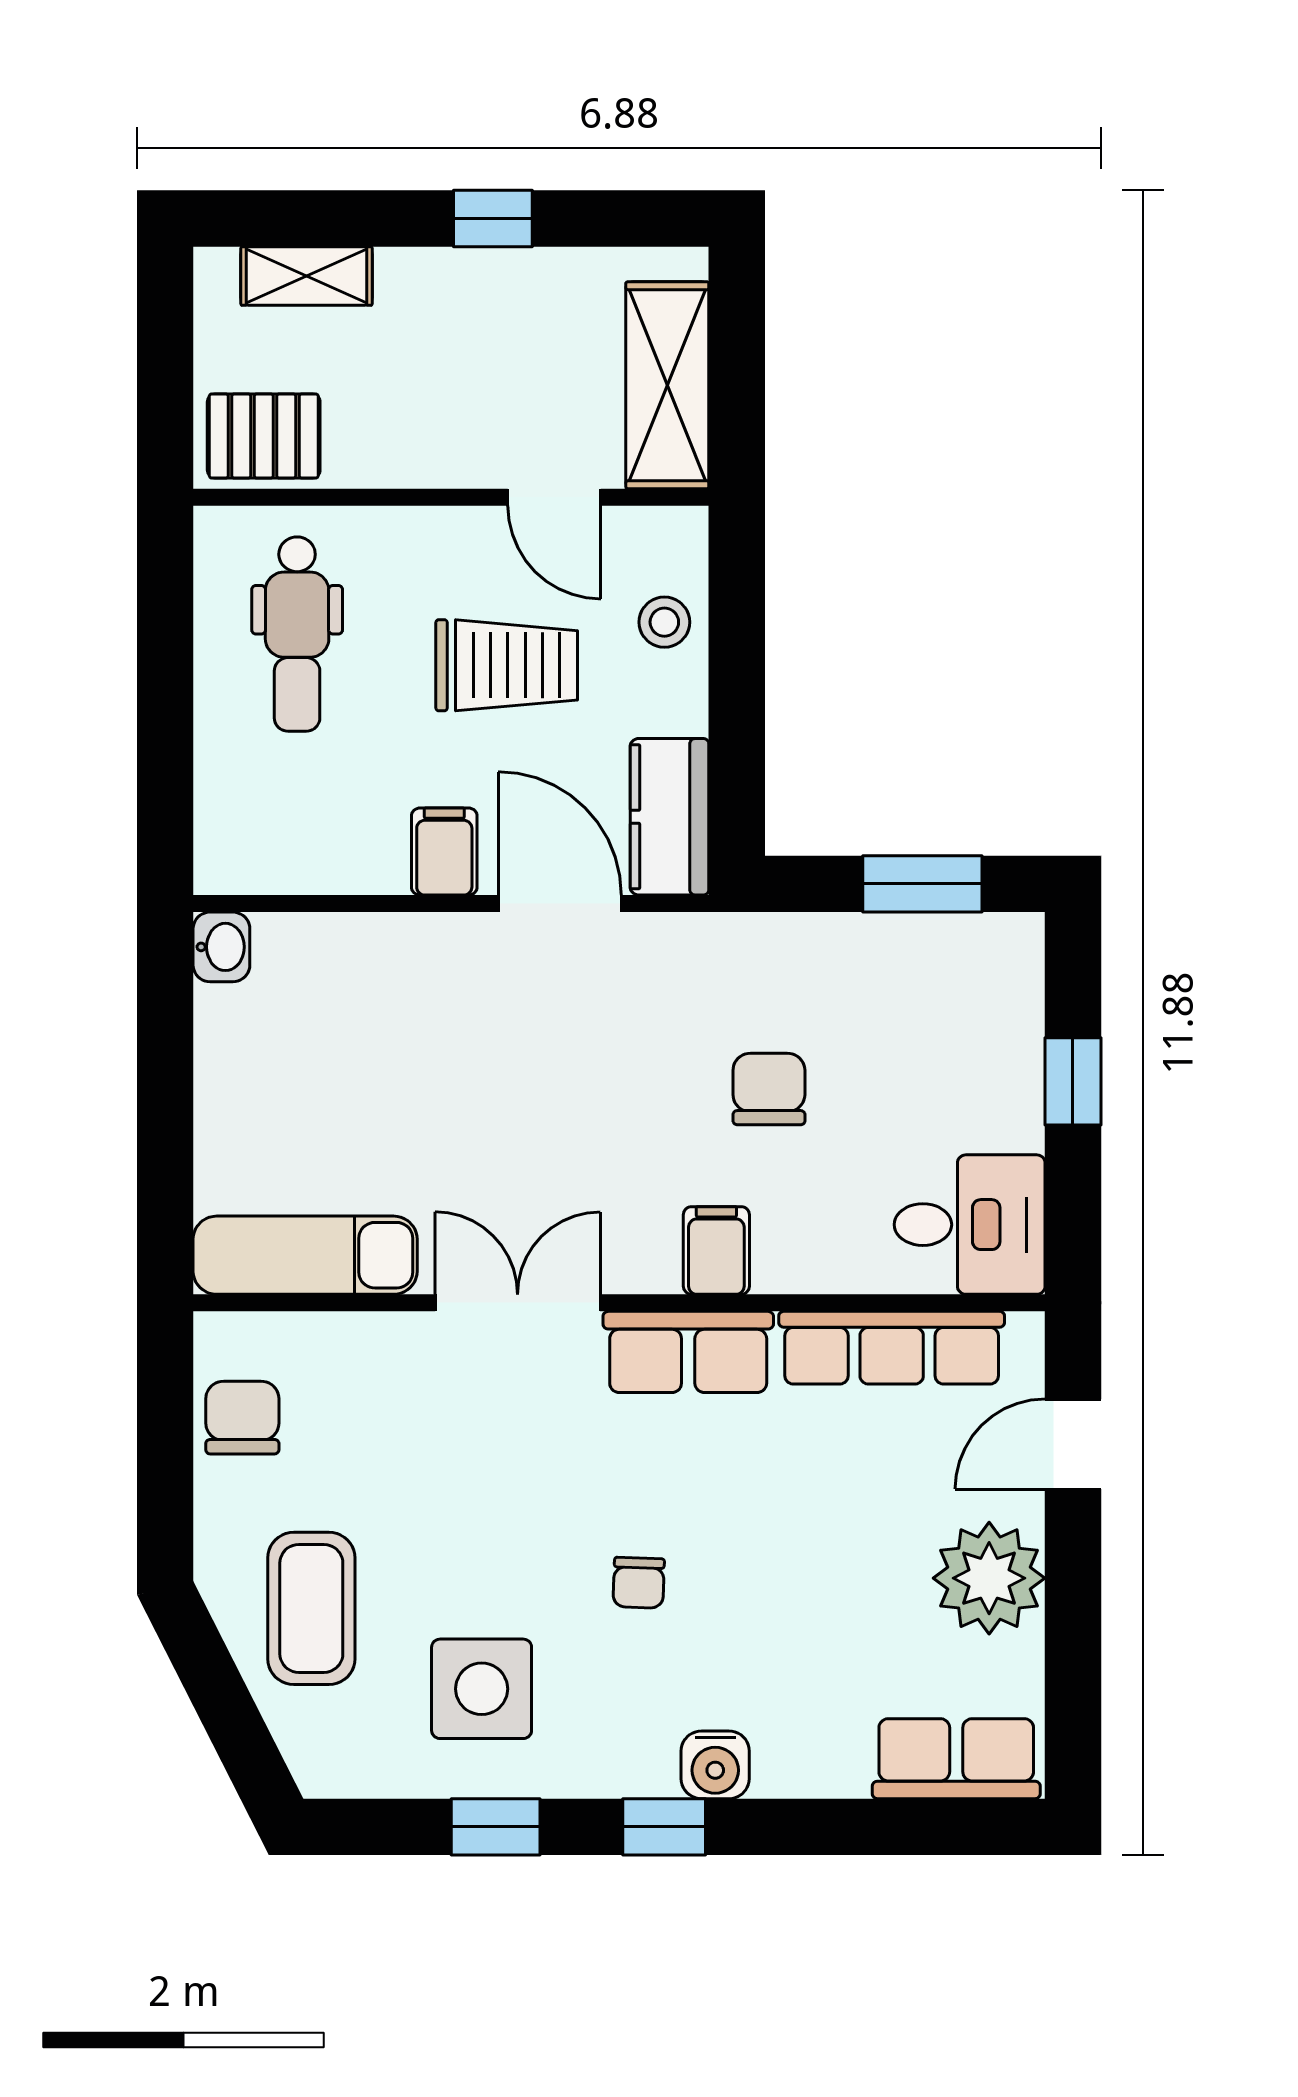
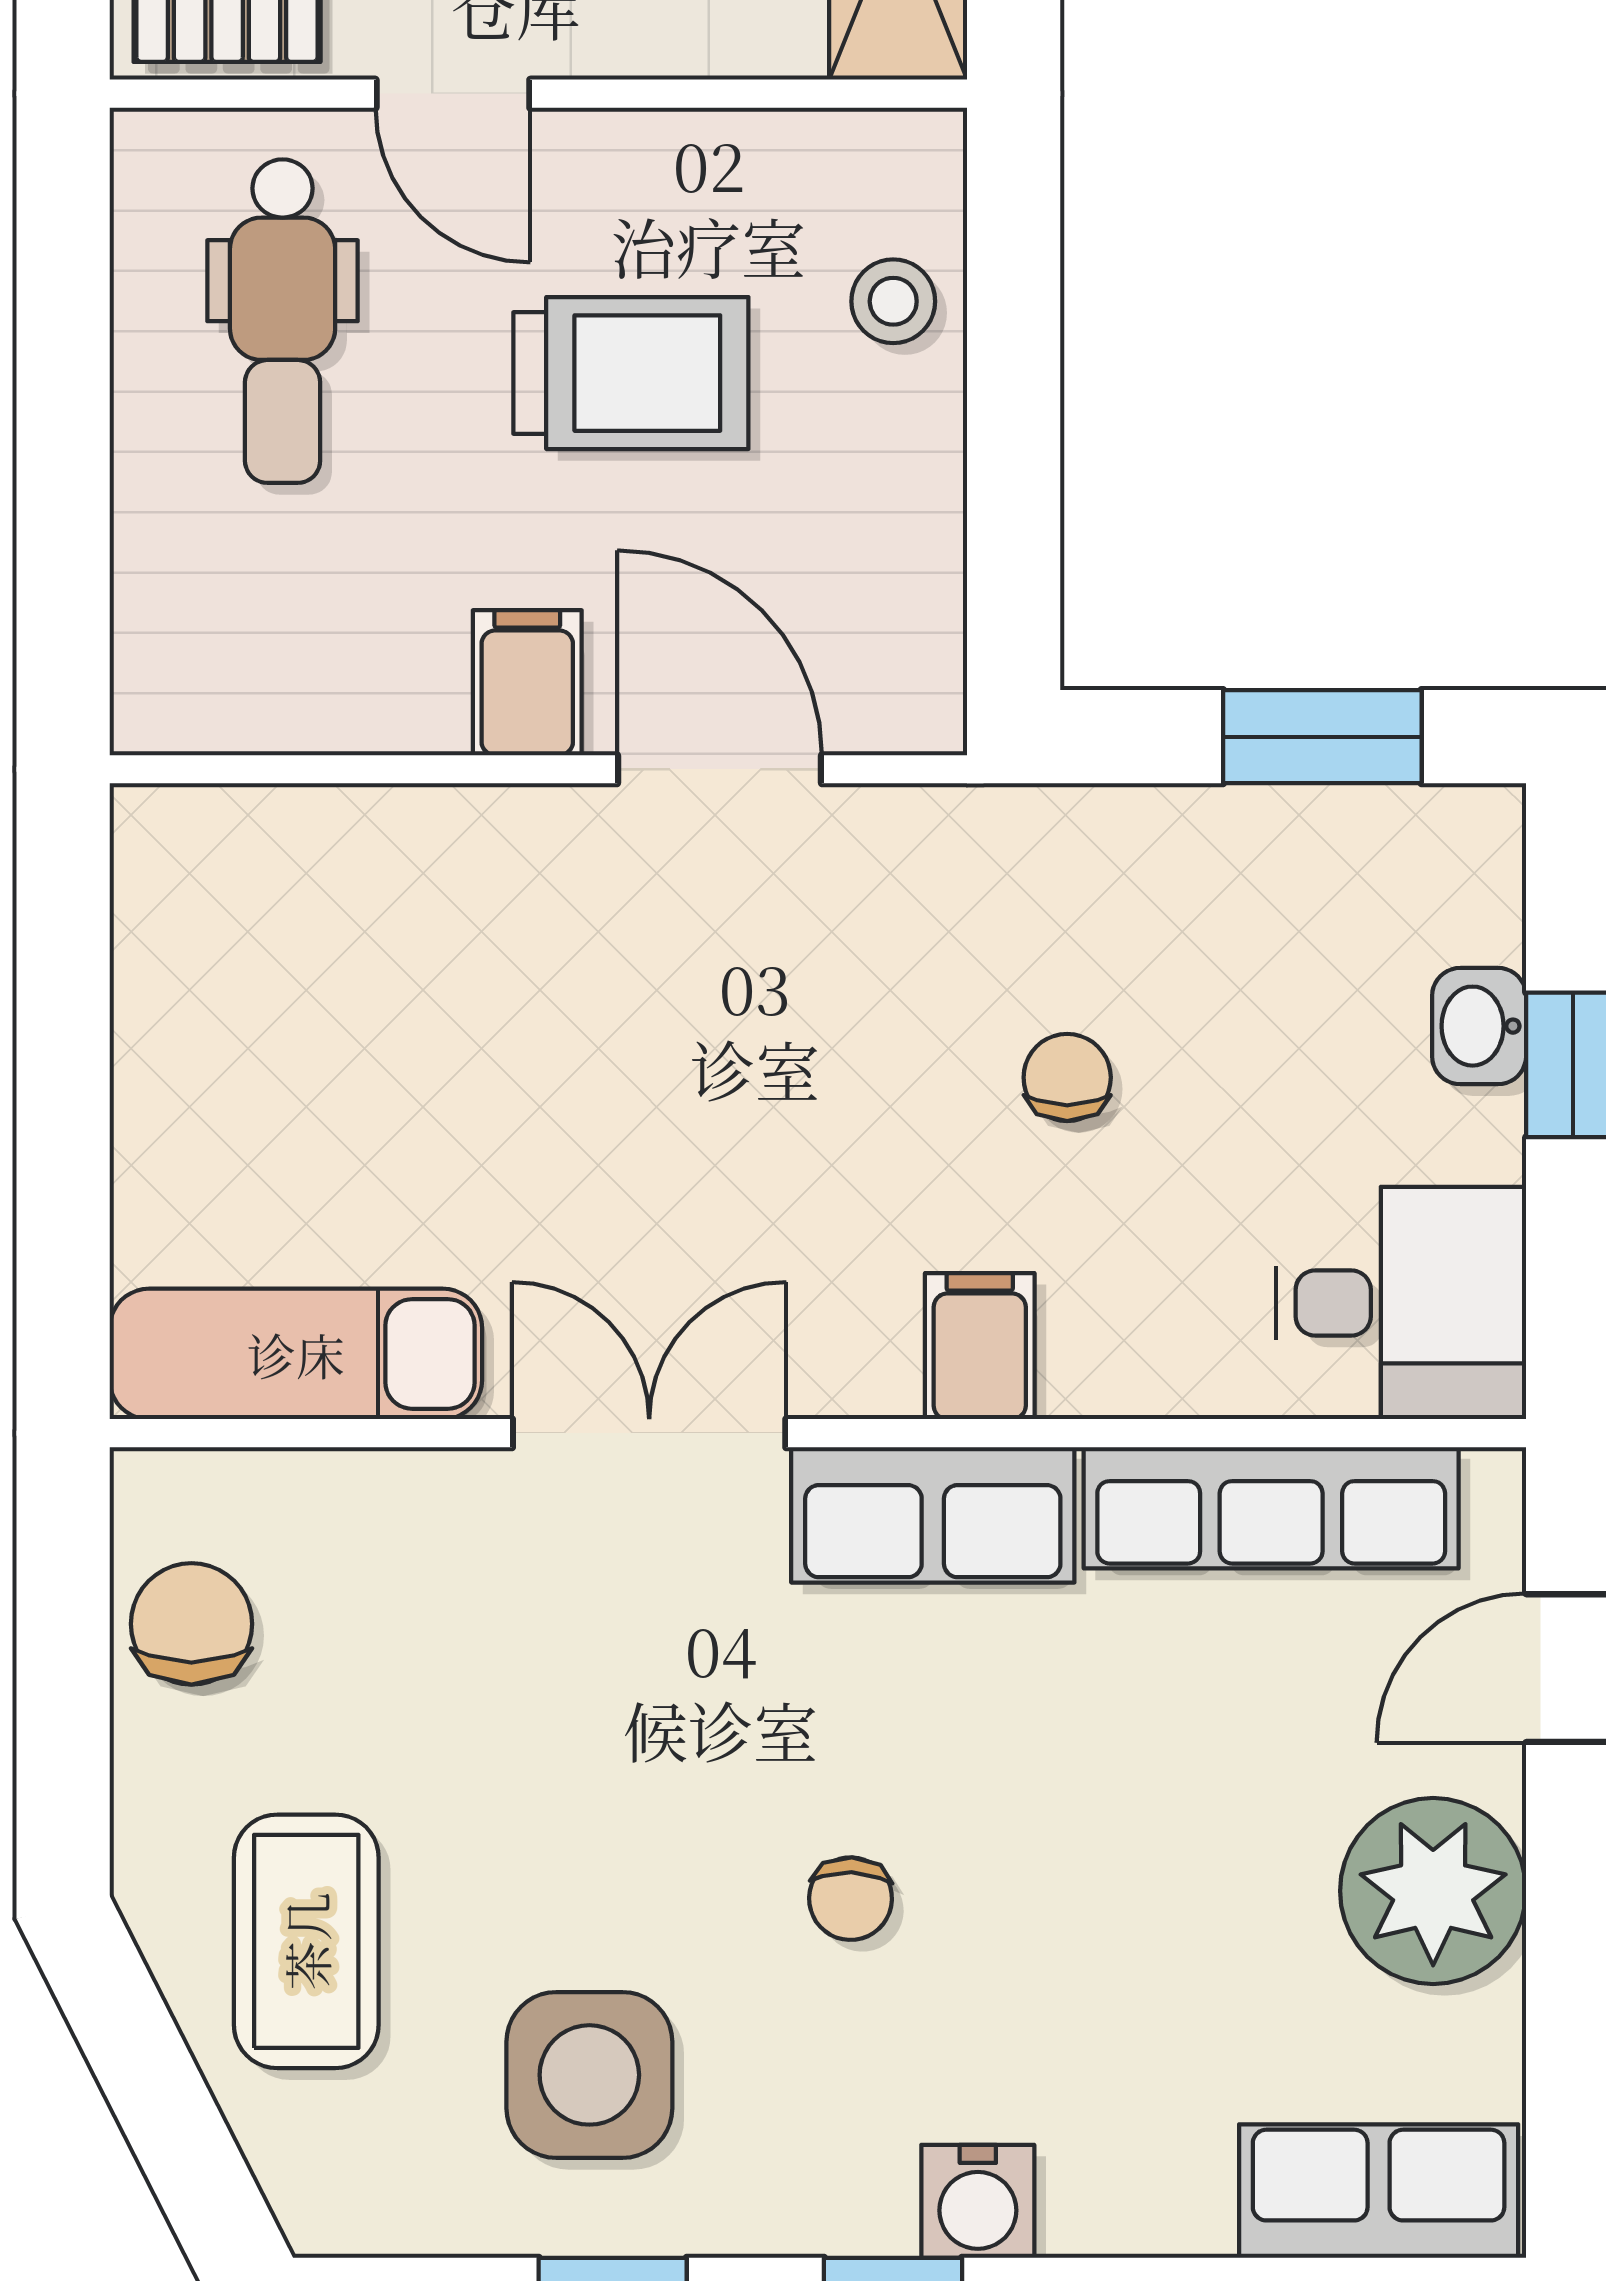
door: (554, 497) -> (453, 94), moved
kitchen counter: (670, 817) -> (902, 625), removed
washbasin: (221, 947) -> (1479, 1026), moved, turned 180
chair: (769, 1089) -> (1067, 1077), width x0.73, depth x0.73

